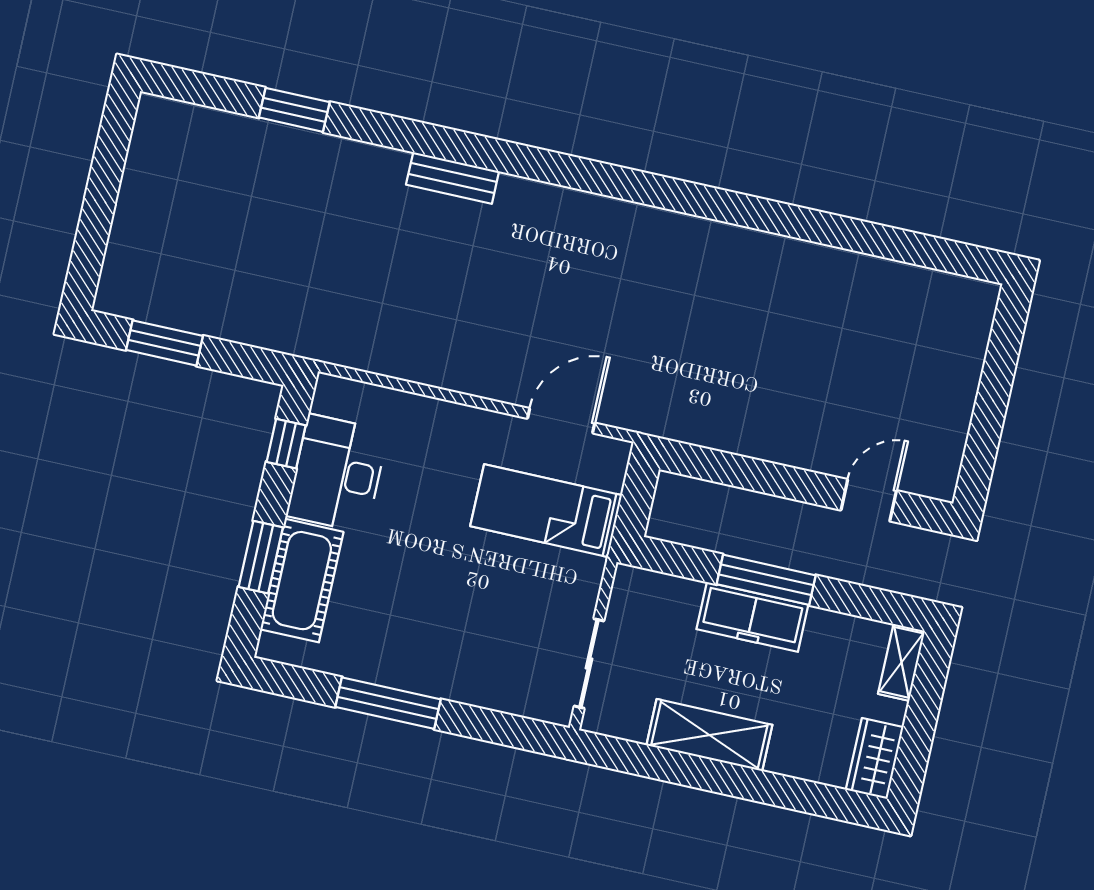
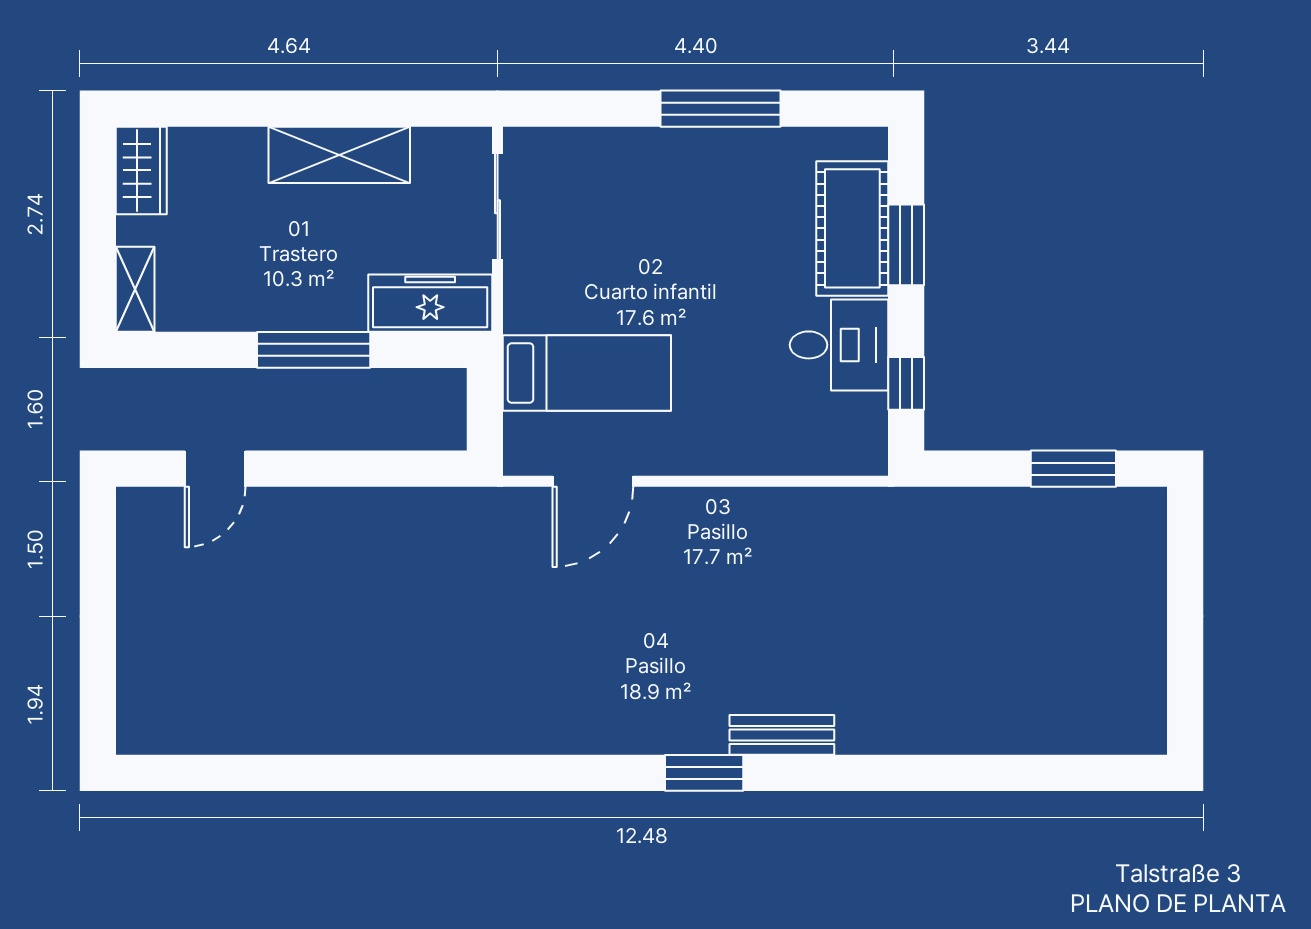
window: (294, 110) -> (704, 773), moved
desk: (337, 473) -> (839, 345), width x0.73
freezer: (752, 617) -> (430, 303), moved

